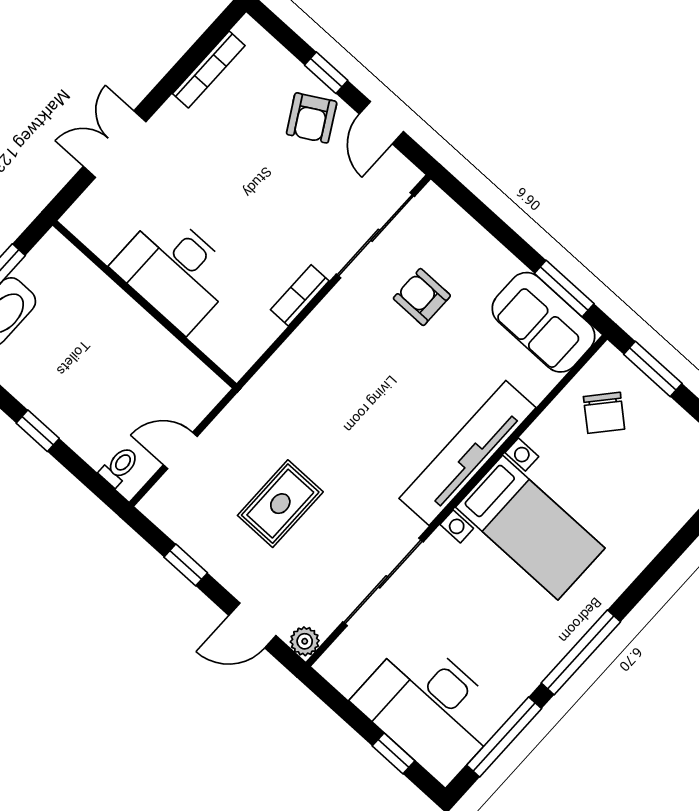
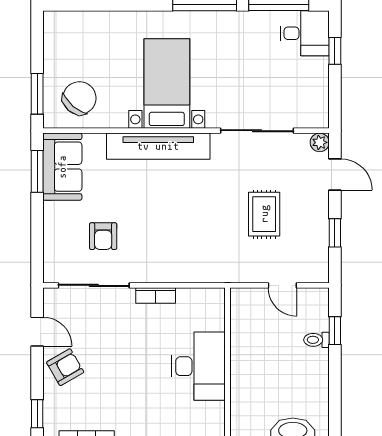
window: (326, 73) -> (37, 414), moved
door: (381, 123) -> (37, 332), hinge flipped
chair: (604, 413) -> (79, 98), width x1.37, depth x1.37
window: (38, 431) -> (335, 331), moved
toilet: (119, 466) -> (316, 340), moved
rug: (280, 504) -> (264, 214), turned 90
desk: (430, 708) -> (305, 33), width x0.53, depth x0.77

